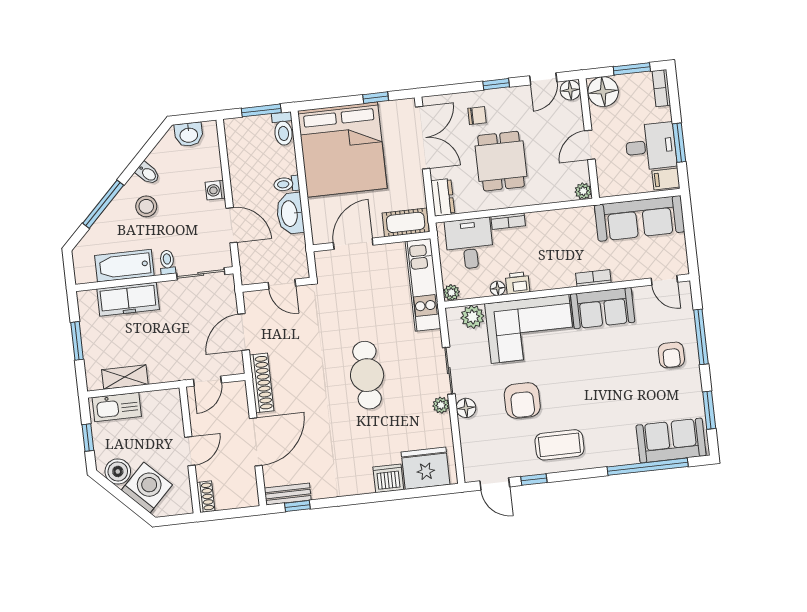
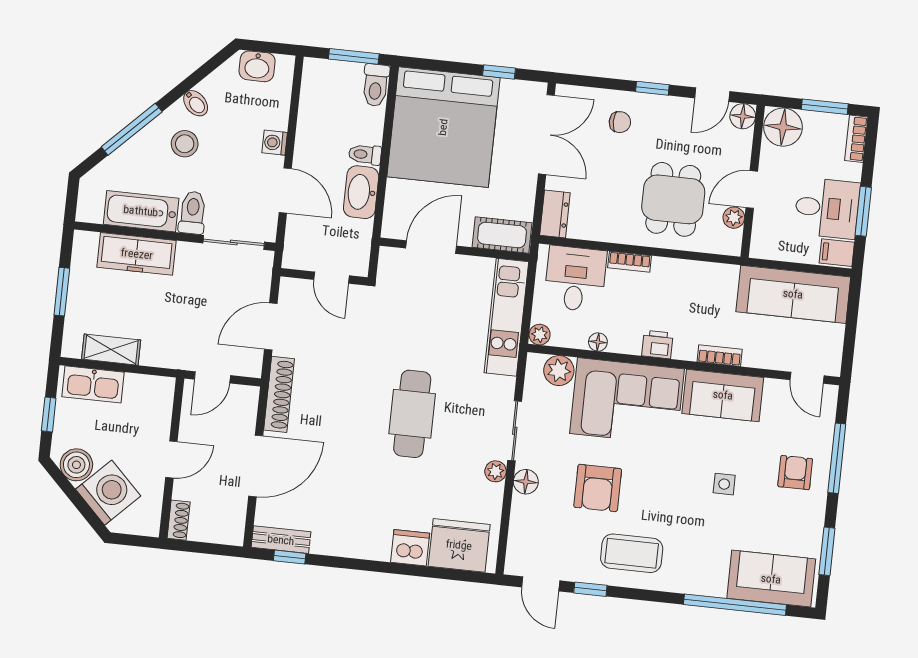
dining table: (501, 161) -> (673, 199), moved
plant: (583, 191) -> (734, 218), moved
toilet: (167, 262) -> (193, 213), width x1.37, depth x1.39
printer: (518, 283) -> (657, 344), moved
armchair: (671, 355) -> (795, 473), turned 180
side table: (619, 376) -> (724, 484), added

